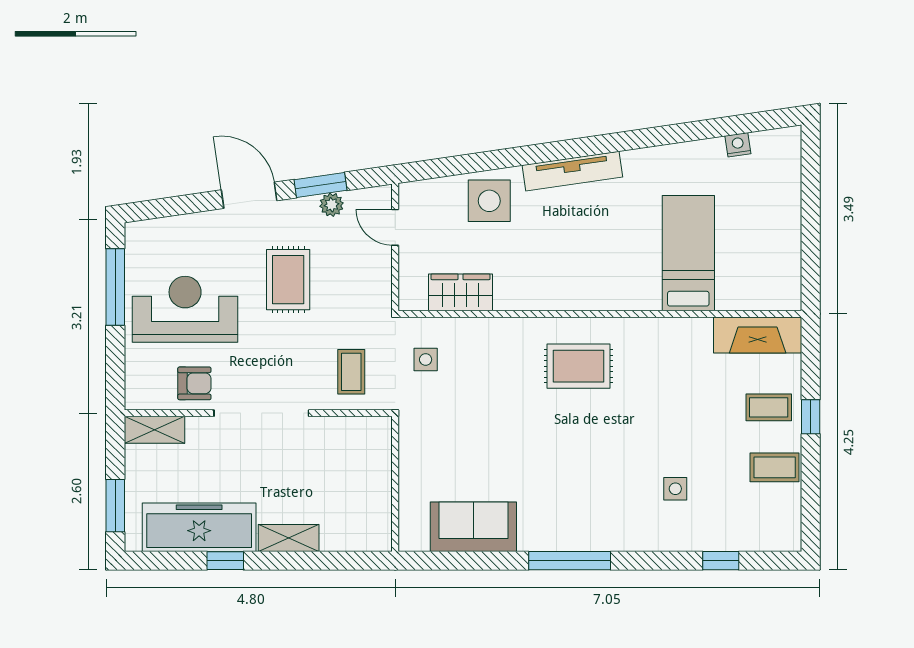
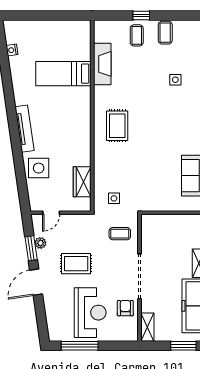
reception desk: (185, 309) -> (90, 313), turned 180
fireplace: (758, 335) -> (102, 64), moved

